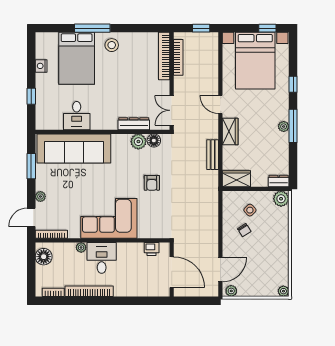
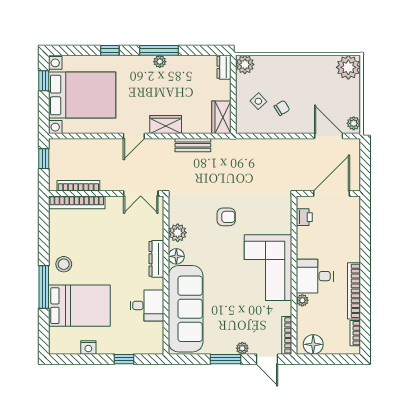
dresser: (134, 124) -> (156, 259), moved
floor lamp: (154, 141) -> (176, 256), moved
window: (31, 166) -> (225, 359), moved
plant: (283, 291) -> (348, 67), width x1.88, depth x1.88

